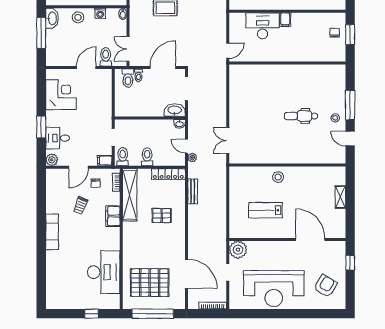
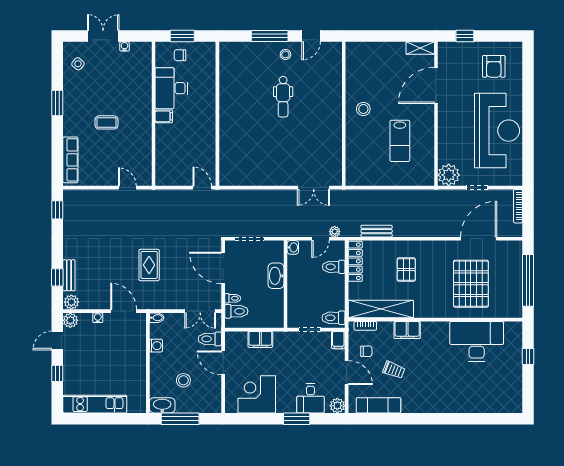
stool: (78, 17) -> (183, 380), moved
desk: (263, 26) -> (171, 88), moved
filing cabinet: (105, 98) -> (260, 339), added
washbasin: (175, 110) -> (276, 276), moved
toilet: (147, 157) -> (334, 267), moved
stool: (278, 177) -> (363, 109), moved
shelving: (340, 197) -> (420, 48), moved
exam couch: (52, 232) -> (378, 405), moved
pallet: (150, 283) -> (471, 284), moved
armchair: (326, 286) -> (494, 66), turned -121

